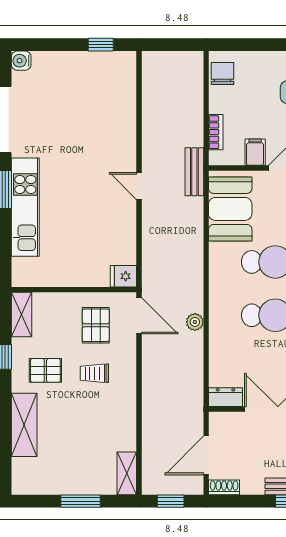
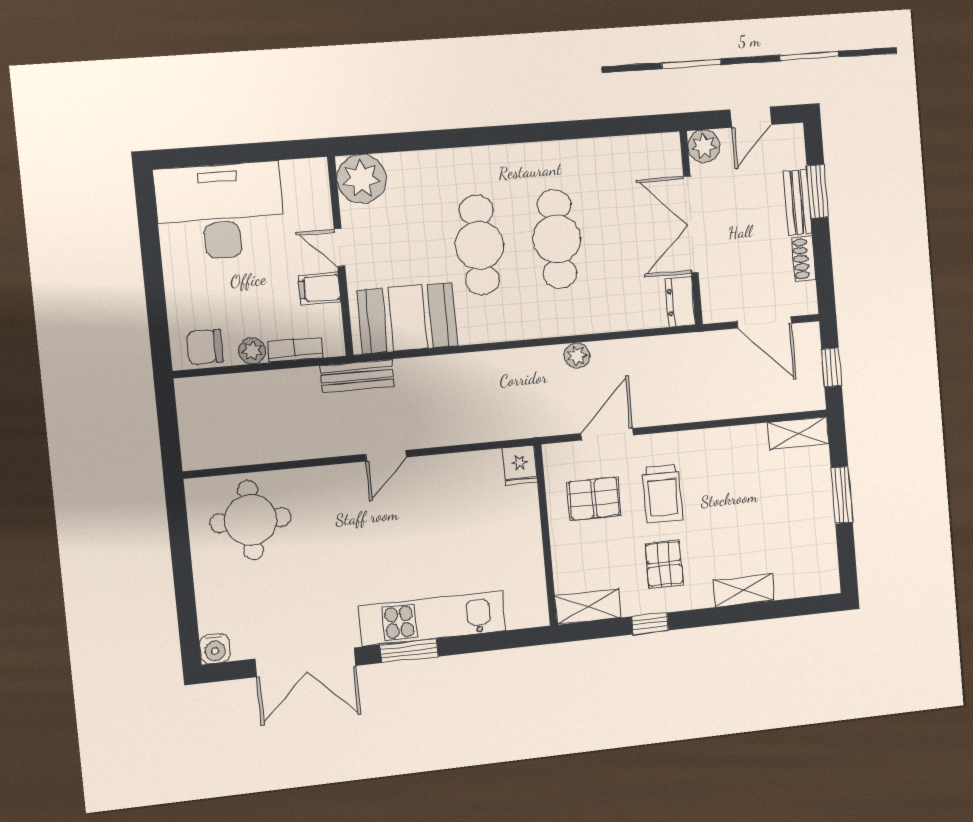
window: (101, 45) -> (179, 533), removed
round table: (105, 92) -> (251, 520), added
plant: (217, 104) -> (252, 351), added
door: (139, 316) -> (607, 434), moved
trolley: (94, 373) -> (662, 494), width x1.36, depth x1.39
shelving: (24, 425) -> (743, 590), width x0.67, depth x0.75
shoe rack: (224, 487) -> (804, 259), moved

